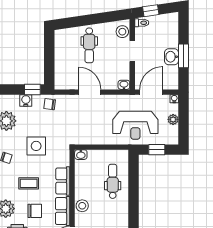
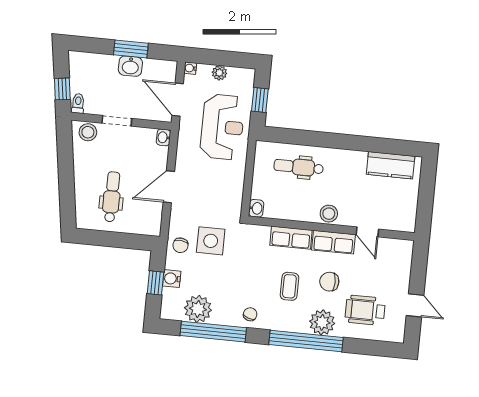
dental chair: (89, 45) -> (112, 197), moved, turned -90
window: (32, 90) -> (156, 283), moved
side table: (36, 146) -> (211, 241), moved
chair: (35, 211) -> (329, 282), turned -90

